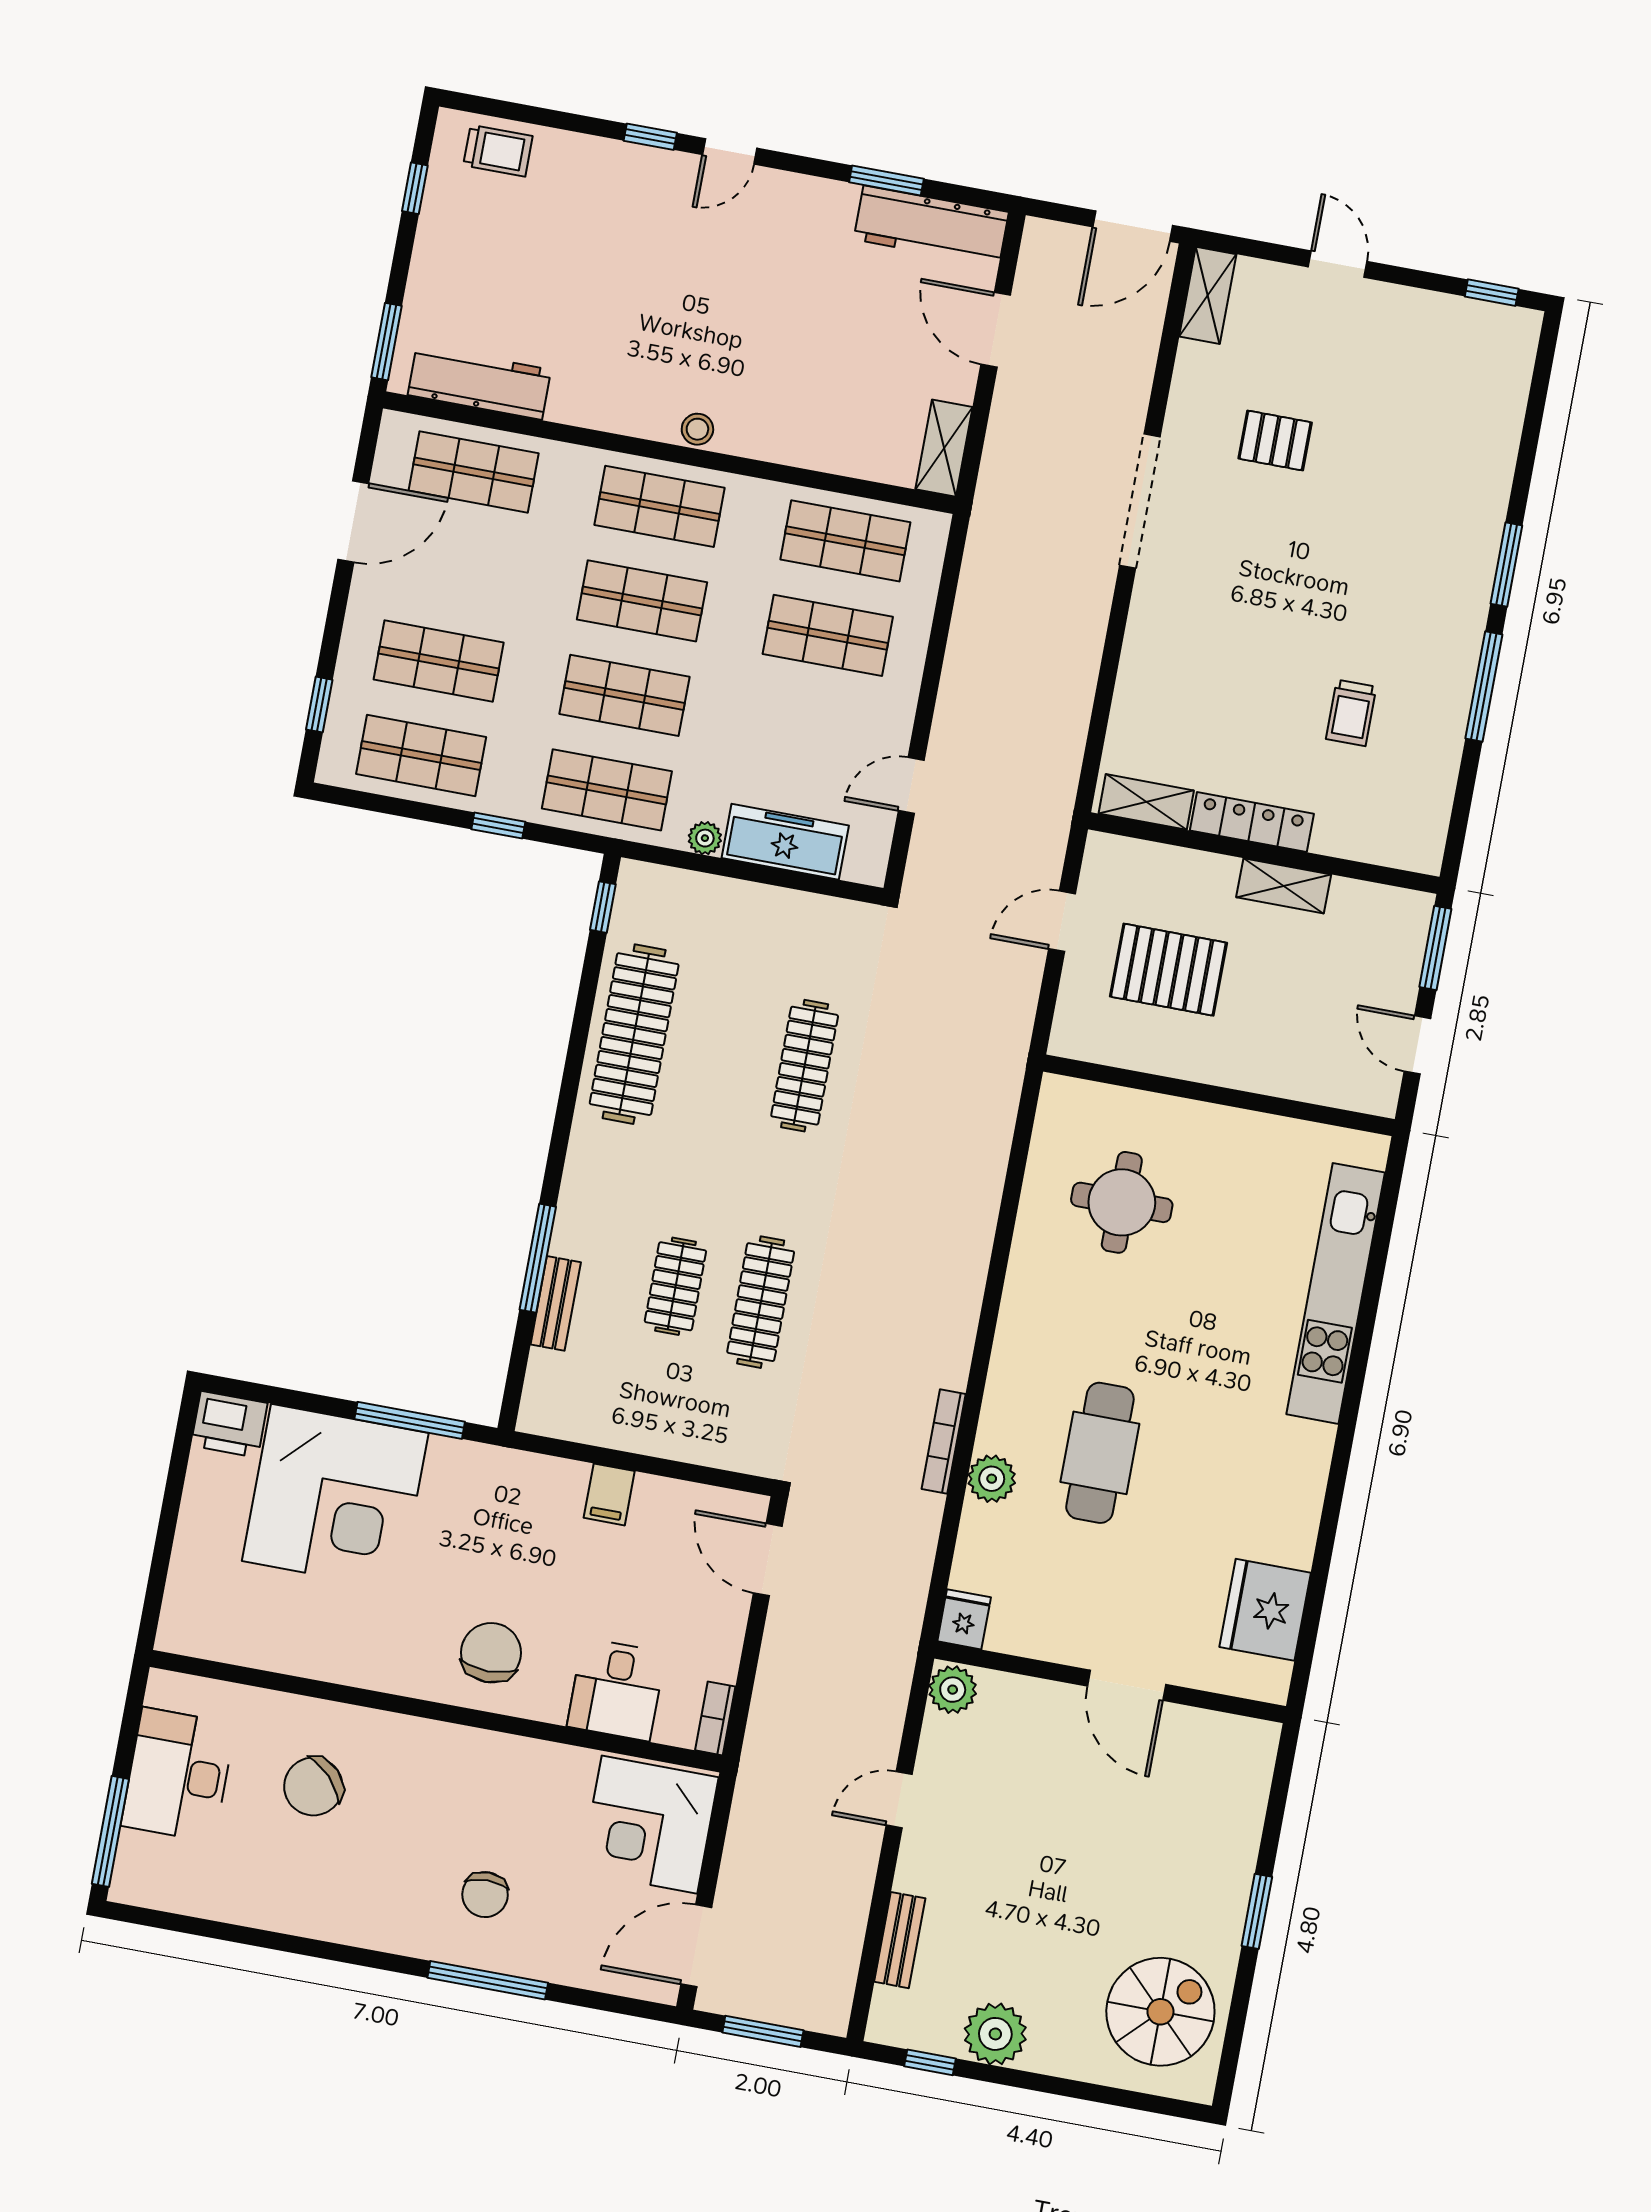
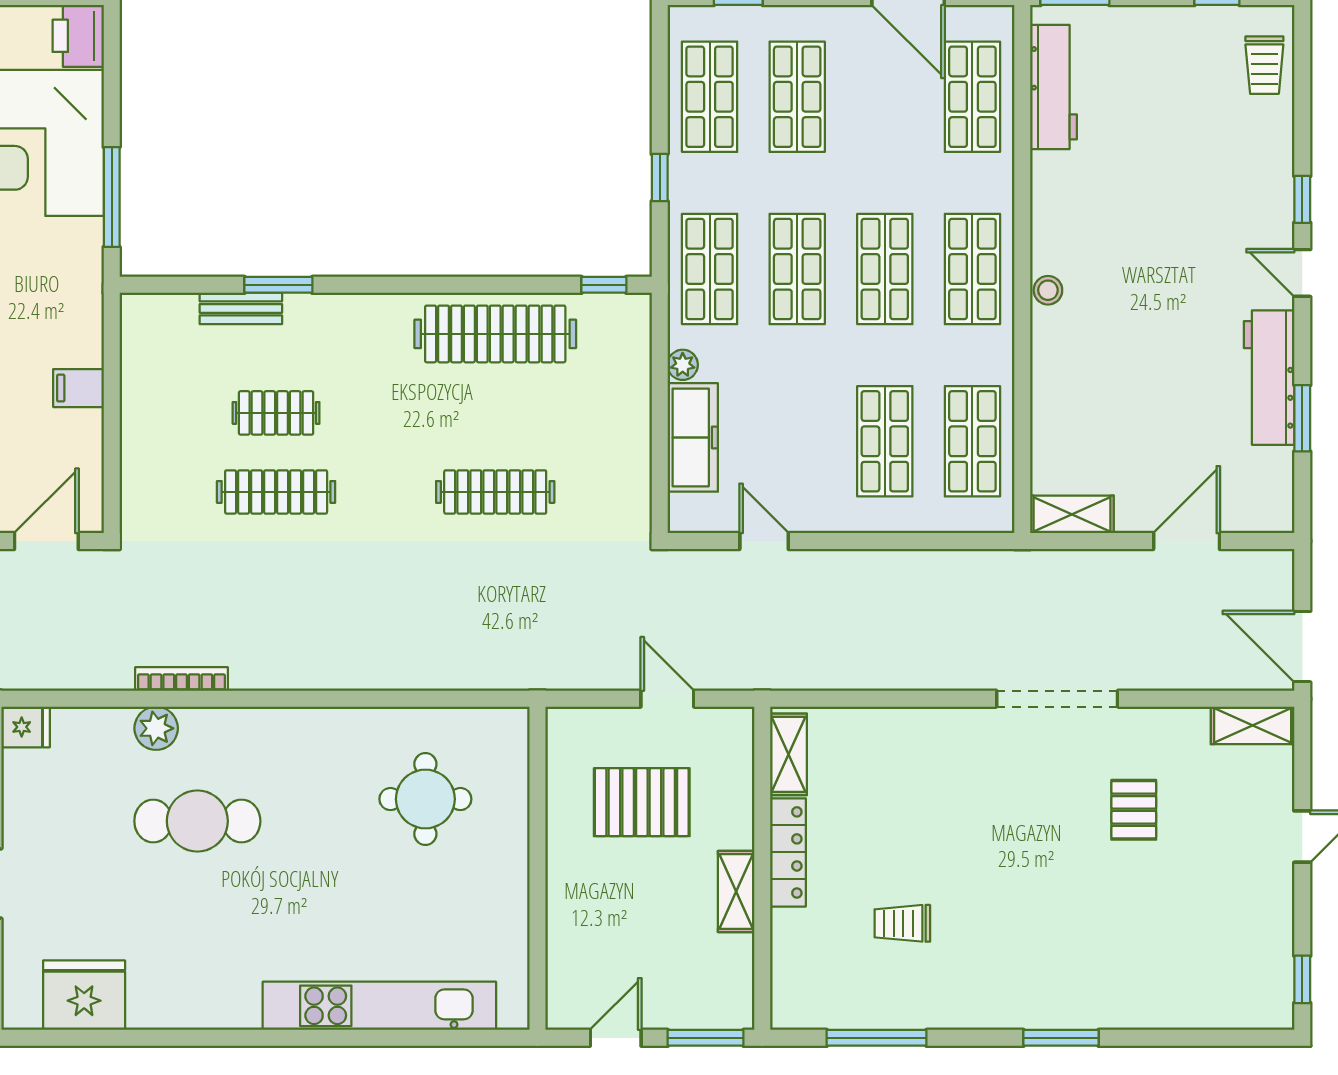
workbench: (931, 226) -> (1269, 378), moved
window: (1484, 686) -> (877, 1038), moved
pallet: (1168, 970) -> (642, 802), turned 90
window: (538, 1258) -> (278, 285), width x0.69

